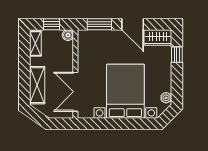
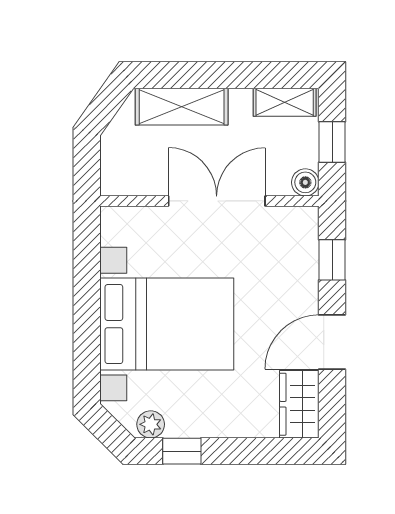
window: (99, 24) -> (332, 260), width x0.67
window: (177, 55) -> (182, 451), moved
double door: (75, 92) -> (217, 201), moved

